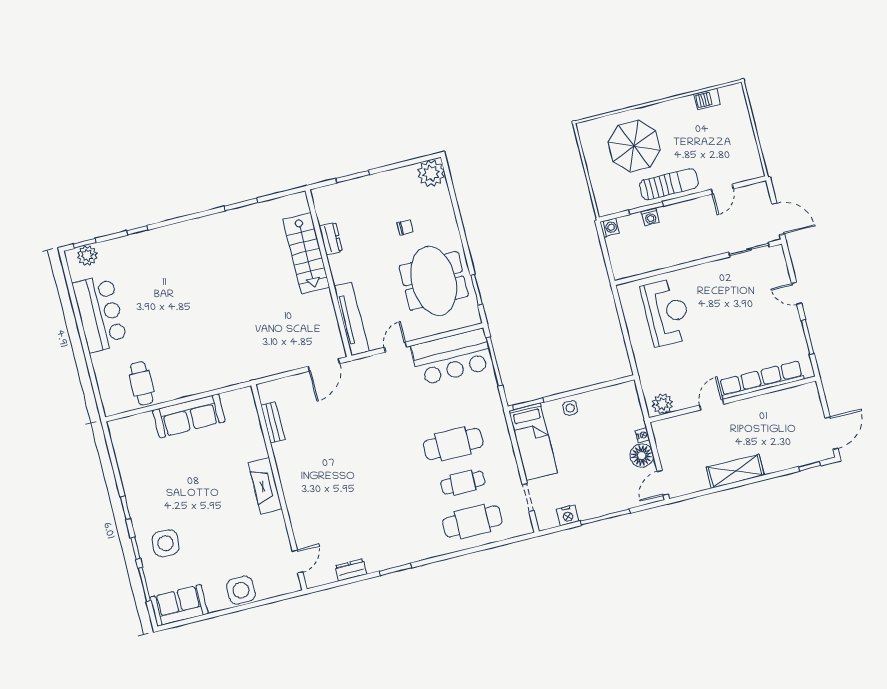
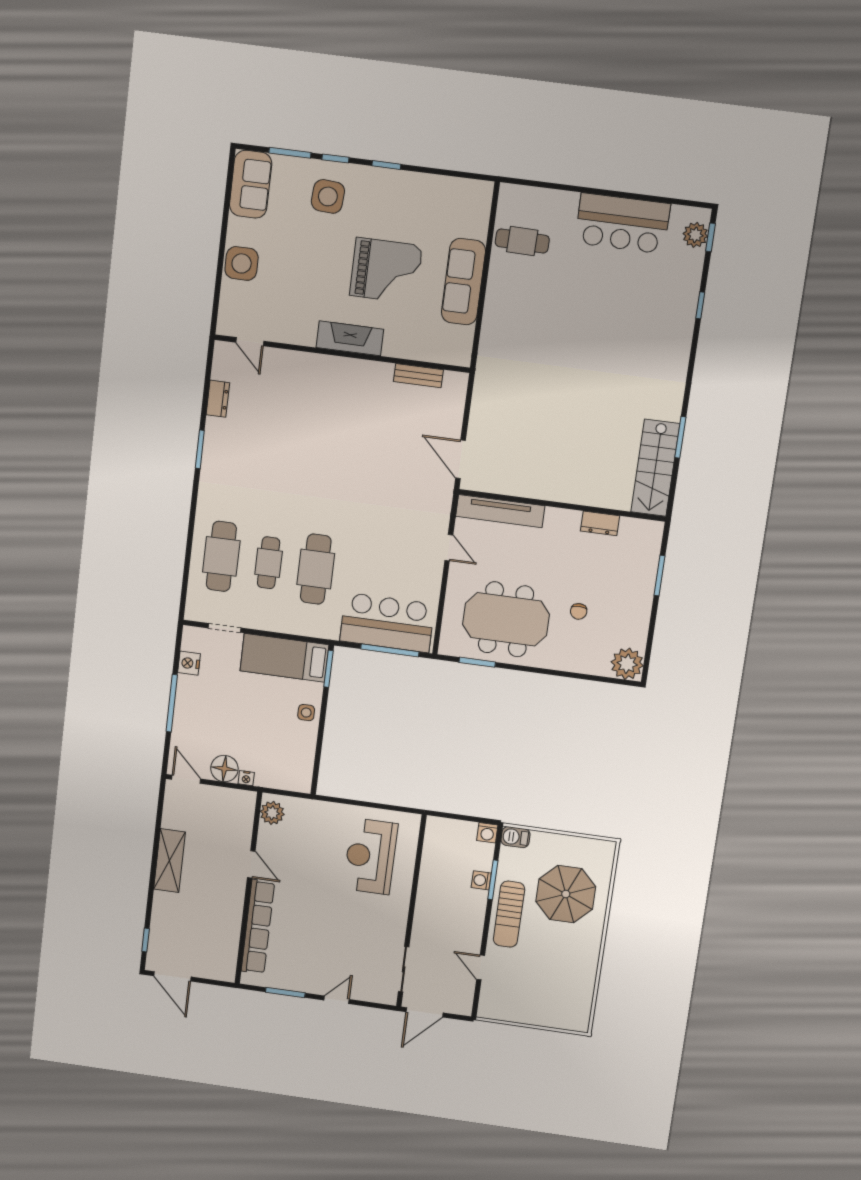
barbecue: (707, 99) -> (515, 837), moved, turned -90
stairs: (306, 253) -> (655, 468), moved, turned -90
reception desk: (666, 312) -> (370, 856), turned 90
bar counter: (452, 357) -> (387, 623), moved, turned 90
grand piano: (204, 478) -> (386, 271), added

